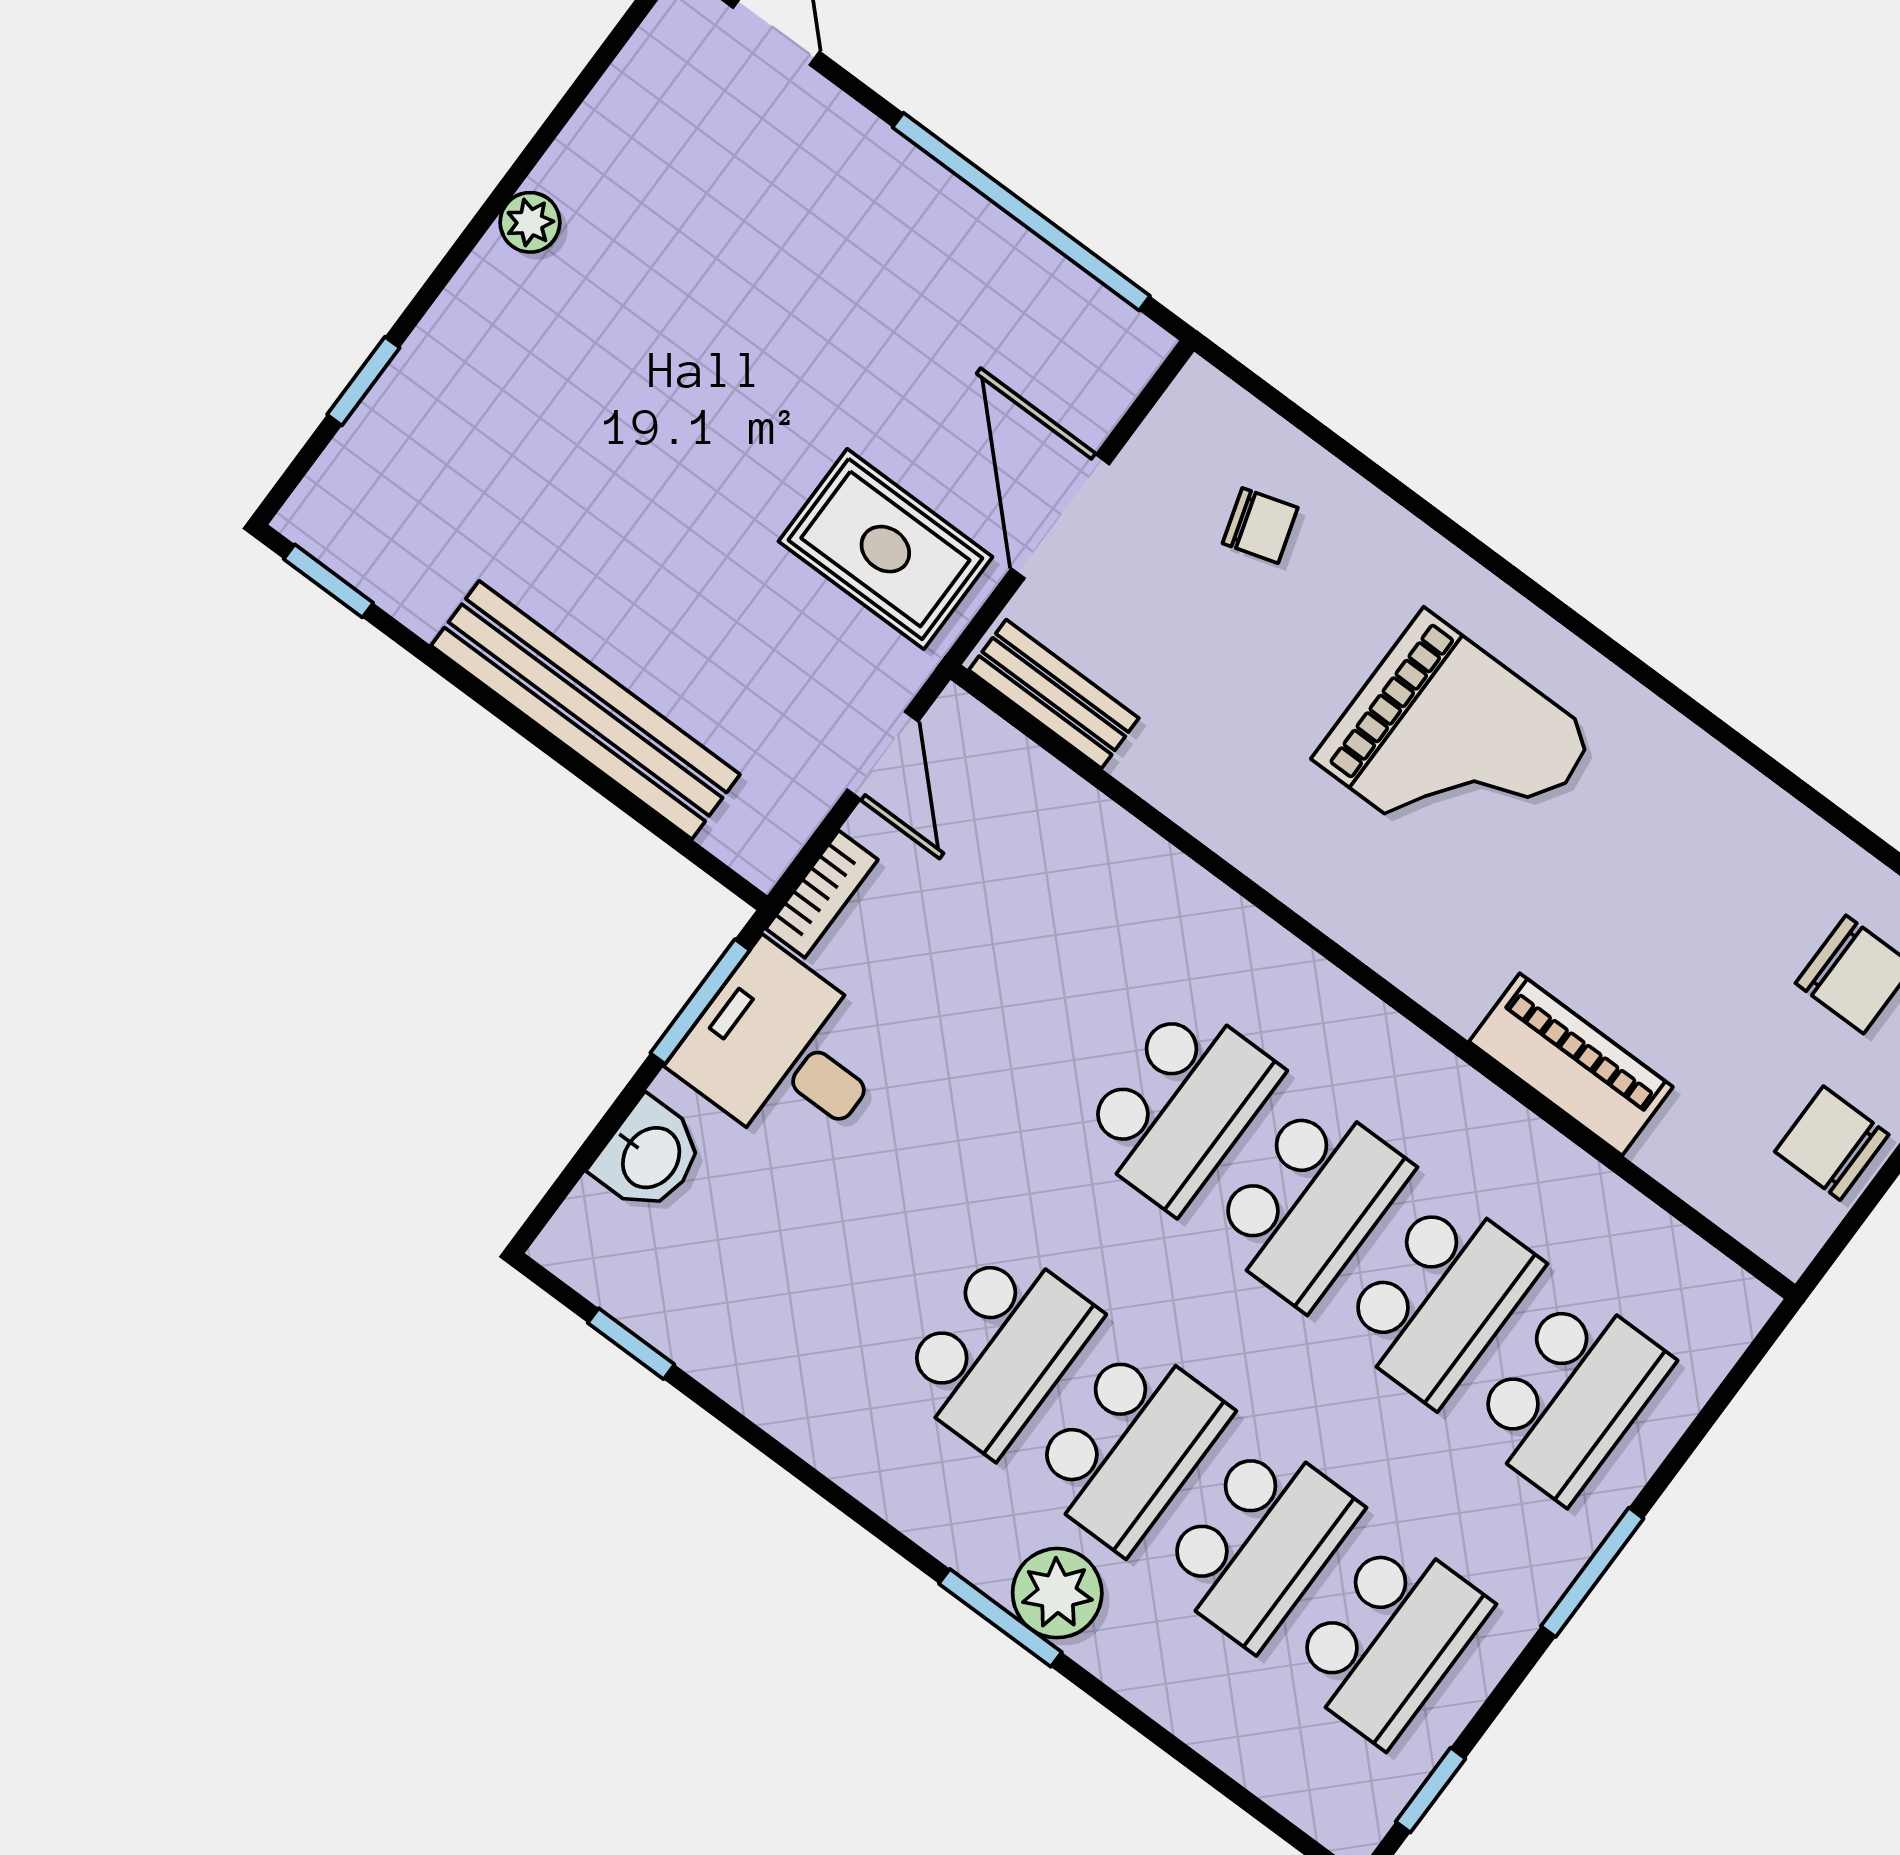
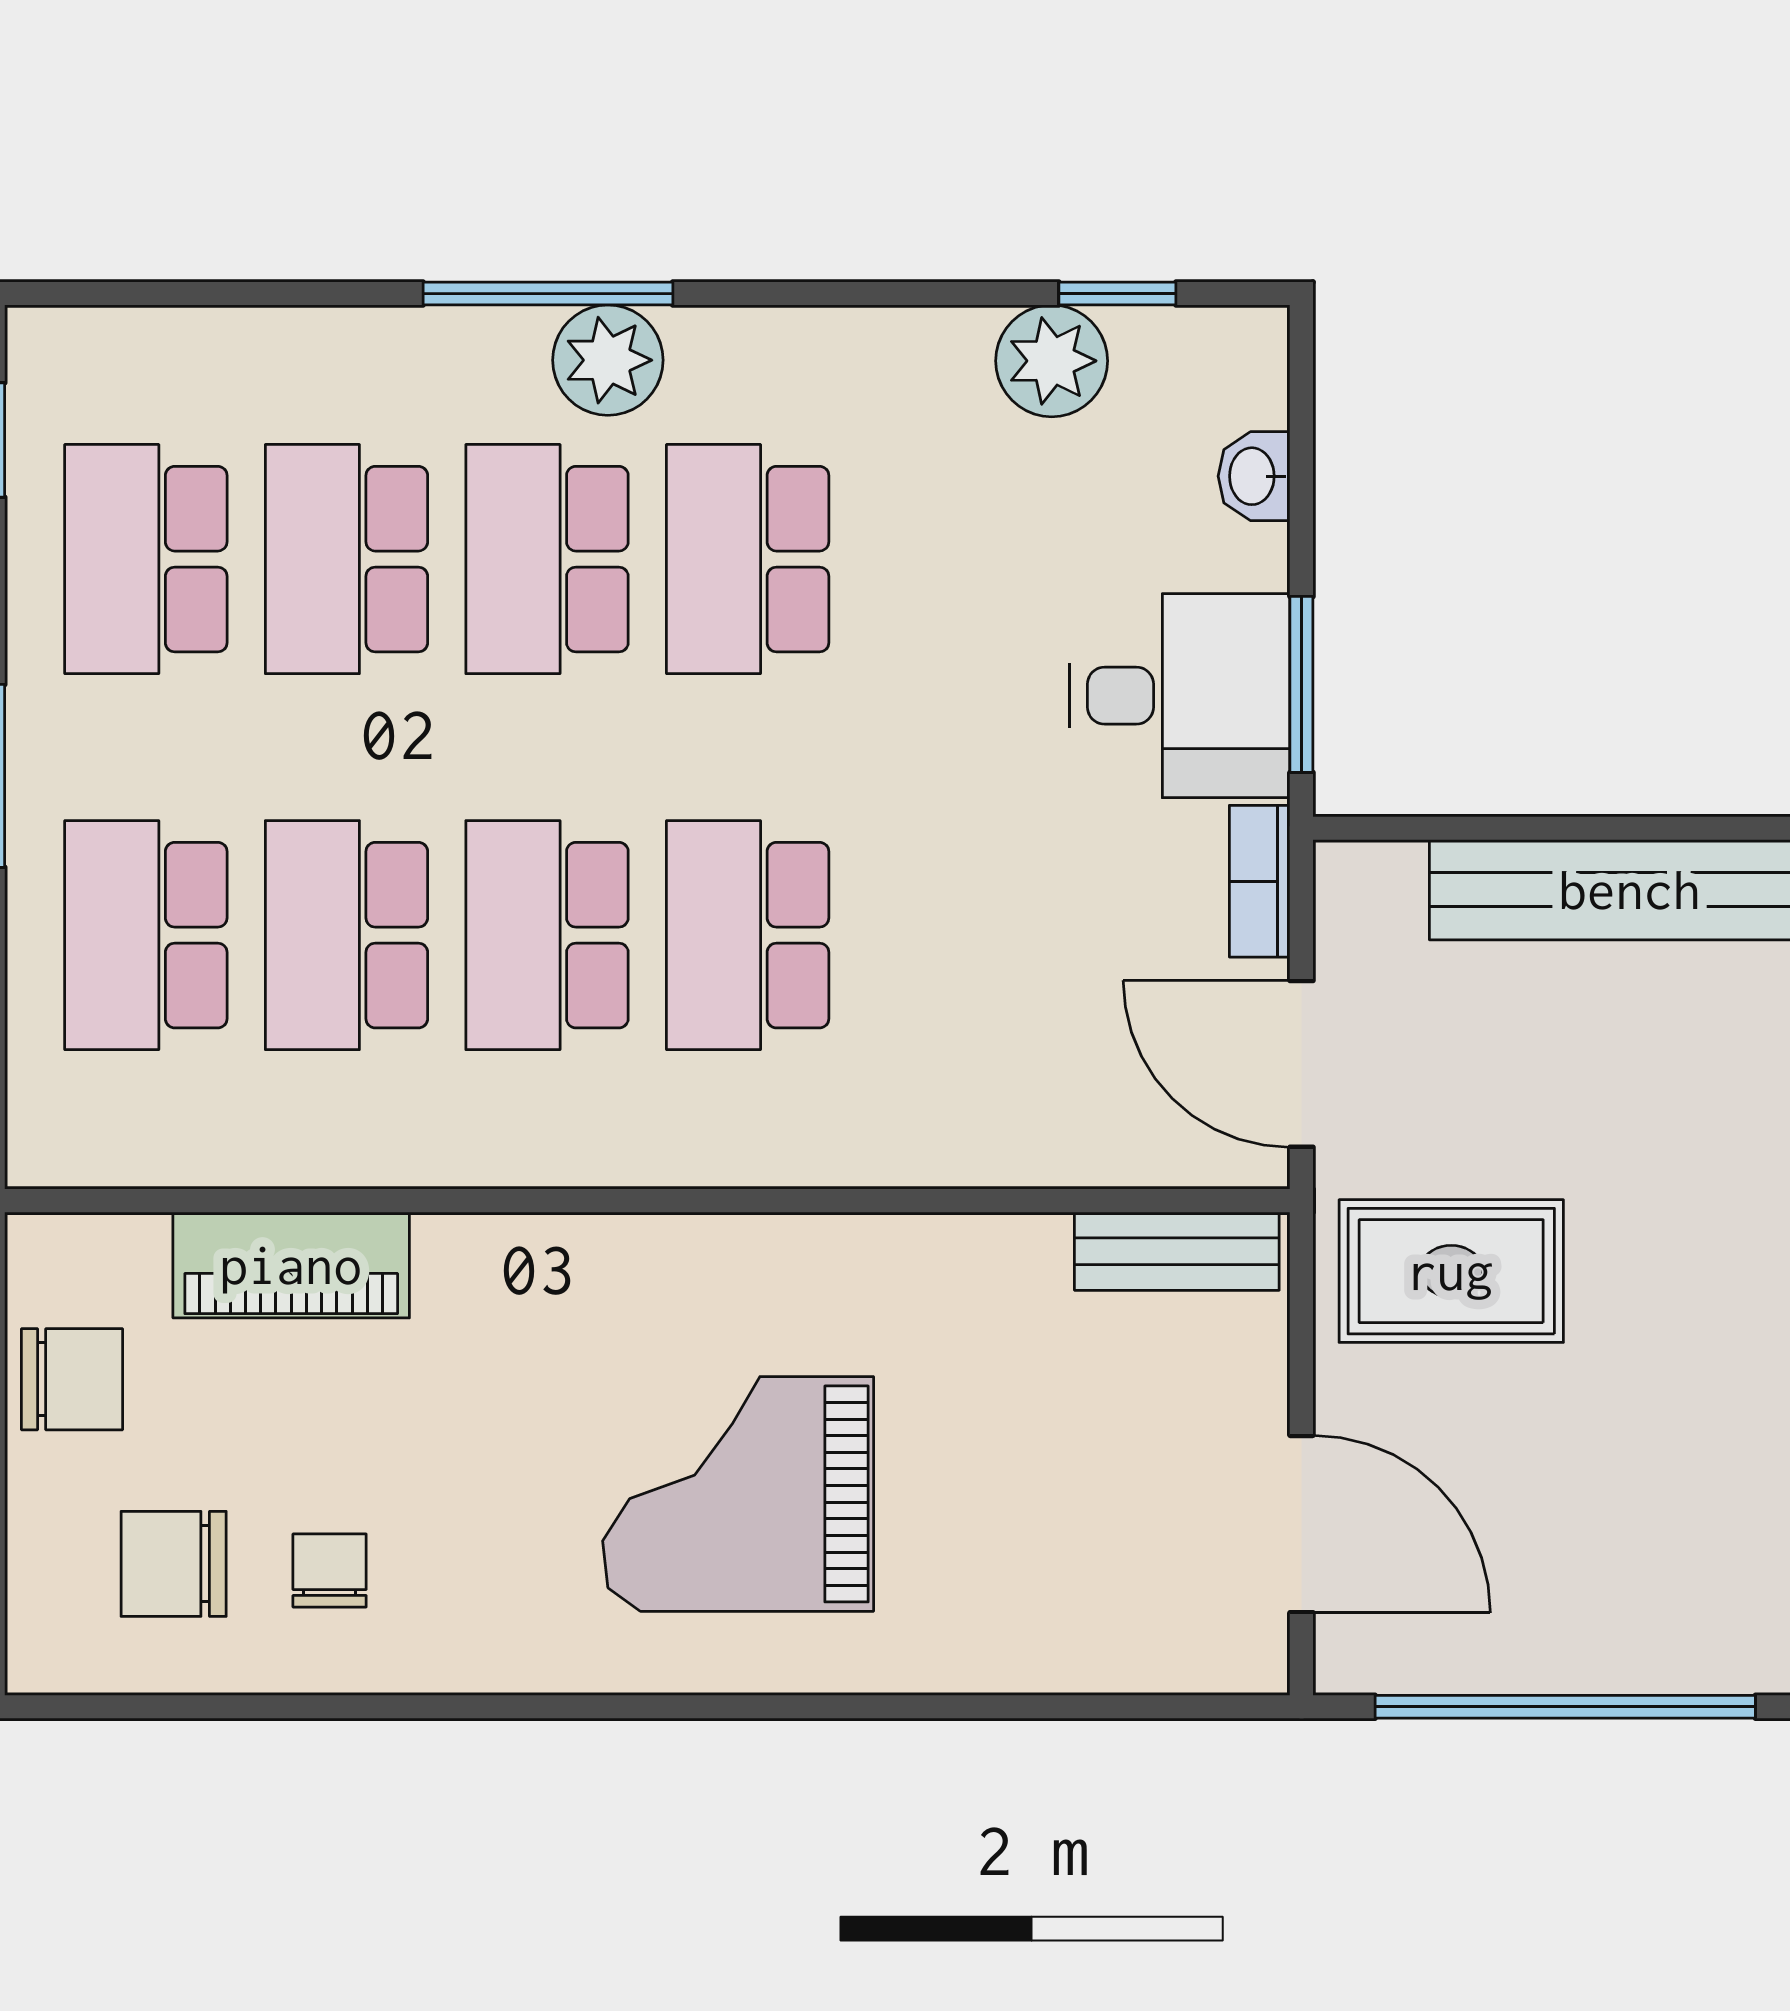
door: (1060, 516) -> (1301, 1524), moved
chair: (1260, 526) -> (330, 1571), moved, turned 107
door: (883, 756) -> (1301, 1064), width x1.38
piano: (1571, 1064) -> (291, 1265), moved
washbasin: (649, 1156) -> (1254, 476), width x0.72, depth x0.69
plant: (706, 1332) -> (1052, 361), added
plant: (1057, 1593) -> (608, 360), moved
window: (1000, 1618) -> (548, 294), width x1.44

